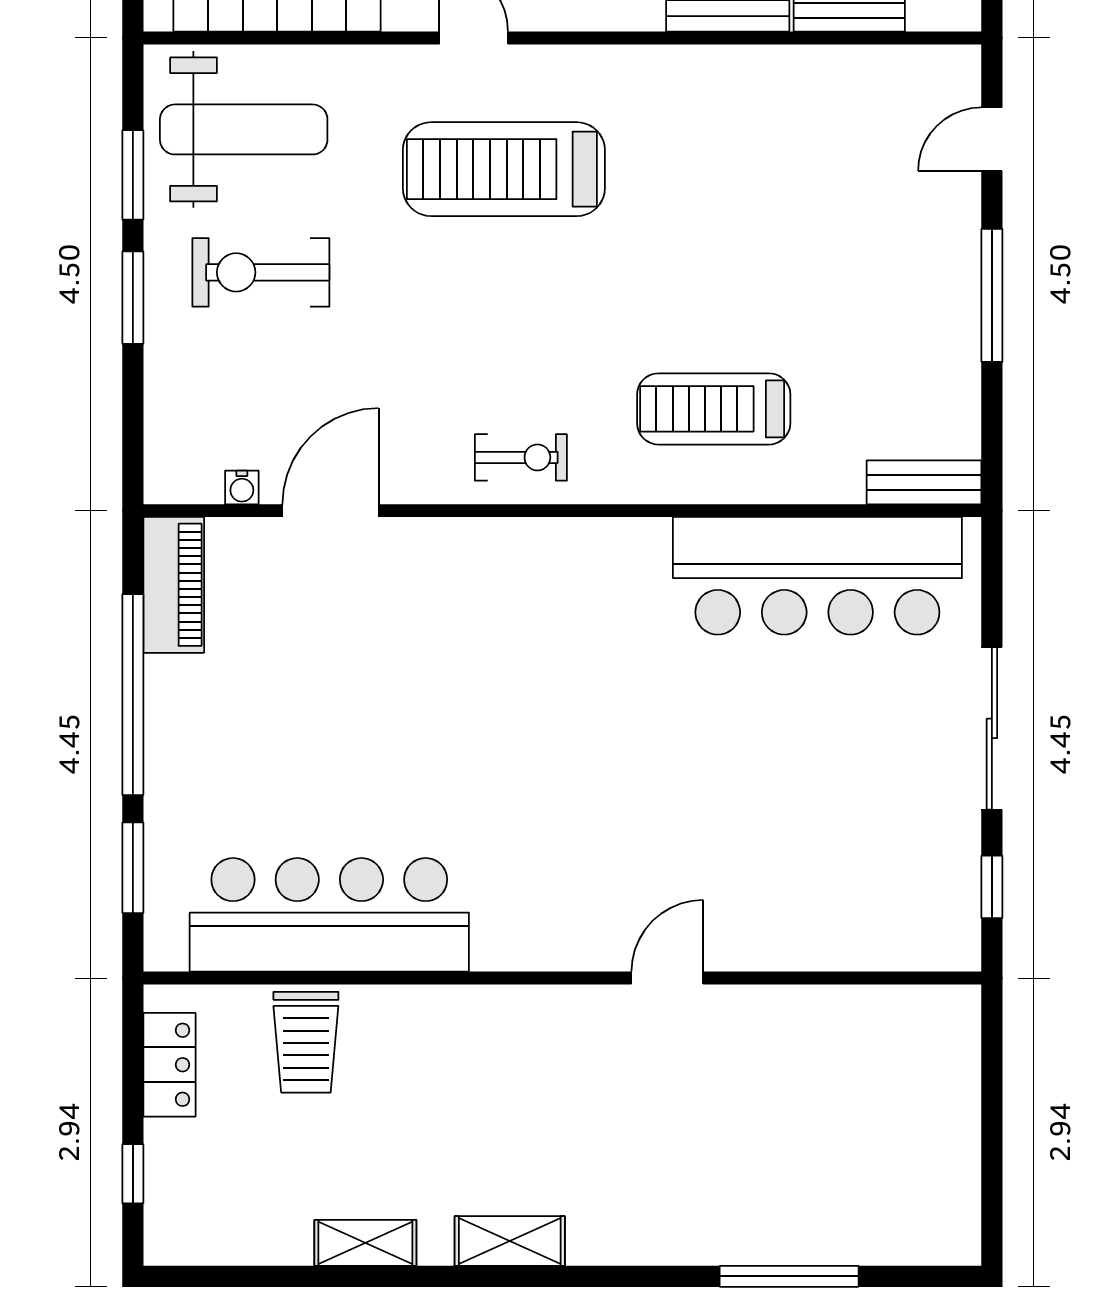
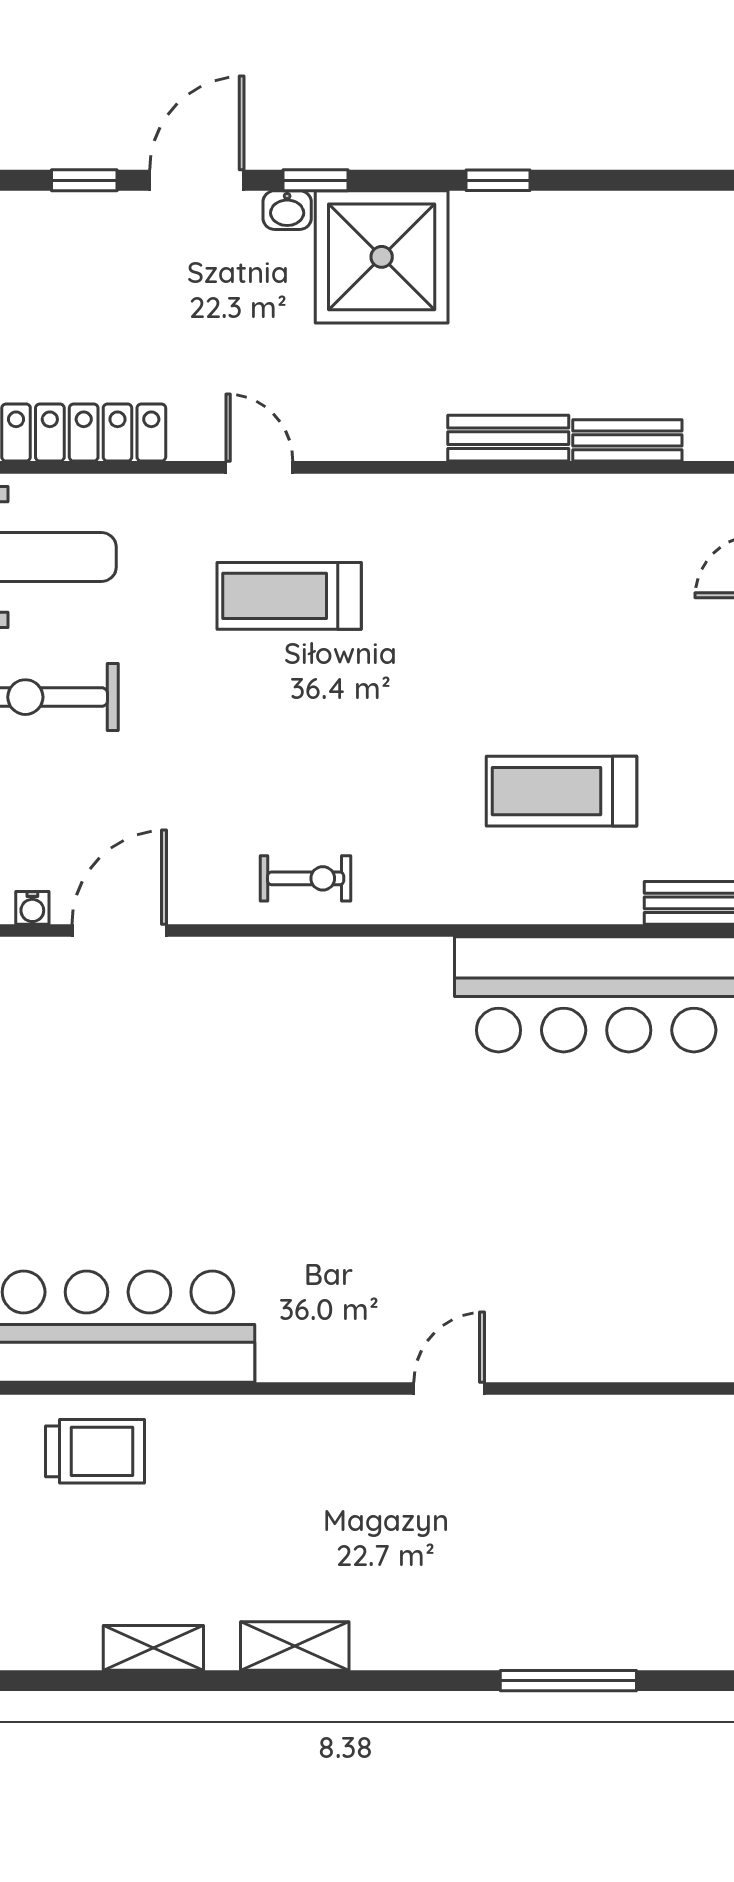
treadmill: (504, 169) -> (289, 596), width x0.73, depth x0.73
treadmill: (714, 409) -> (562, 791), moved
trolley: (306, 1042) -> (95, 1451), turned -90

